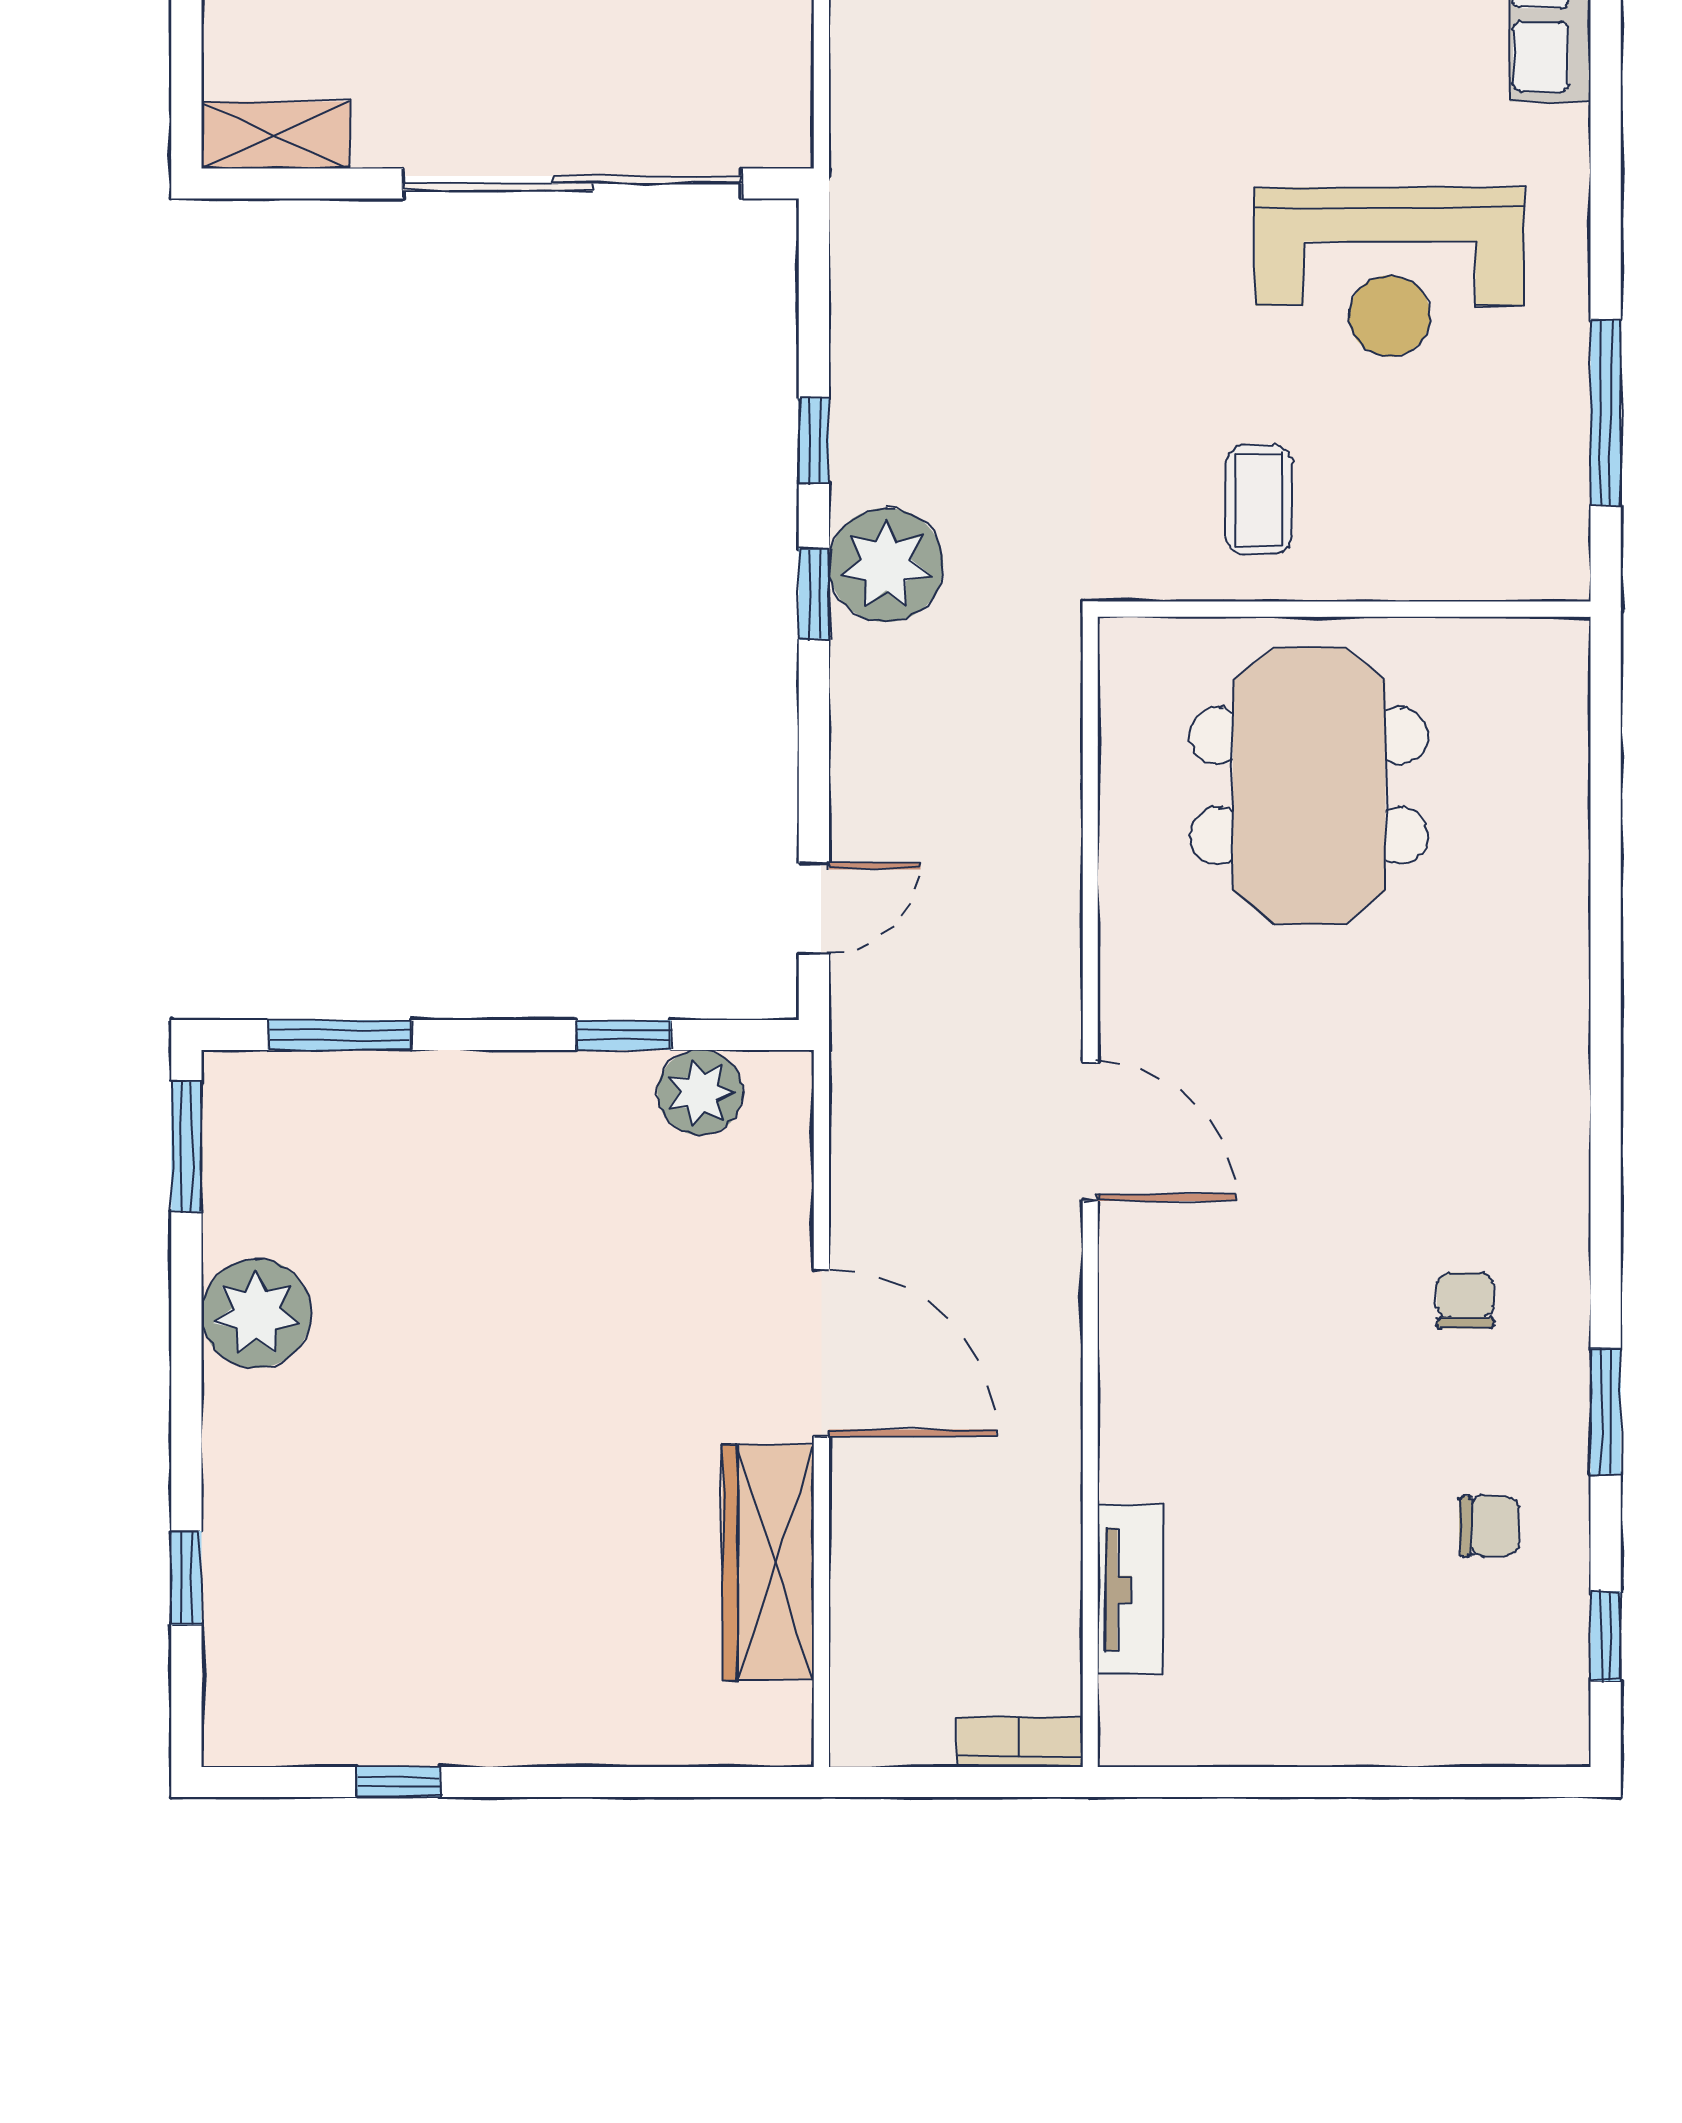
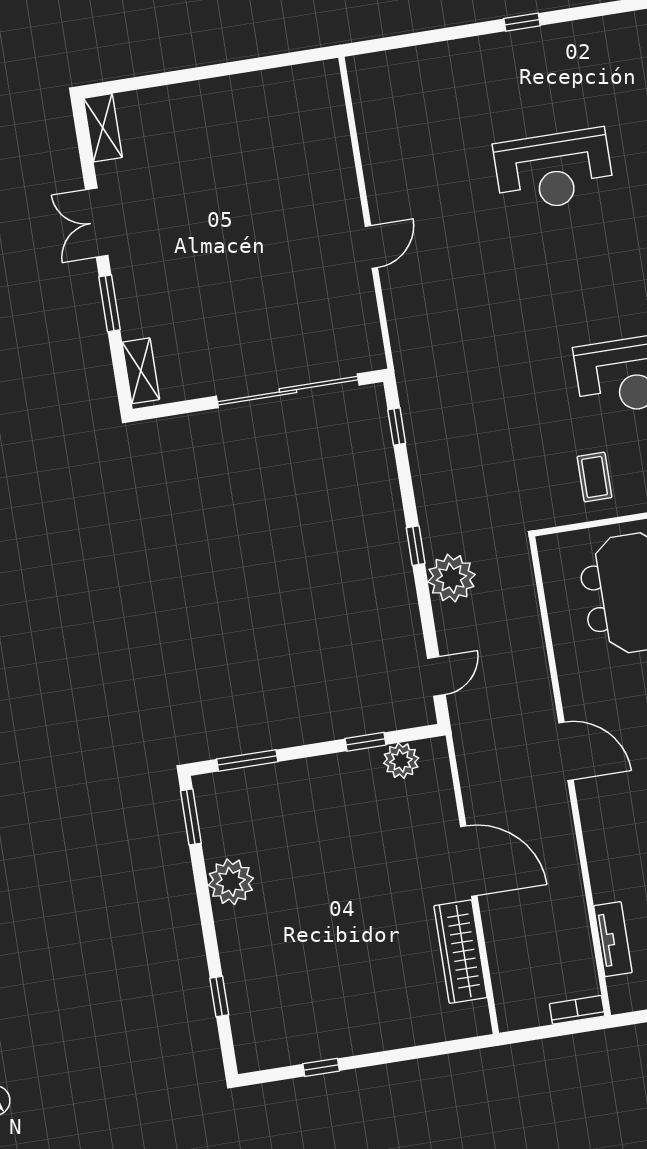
shelving: (276, 135) -> (141, 371), moved, turned 90
window: (814, 441) -> (397, 426), moved
plant: (886, 565) -> (451, 578), moved

